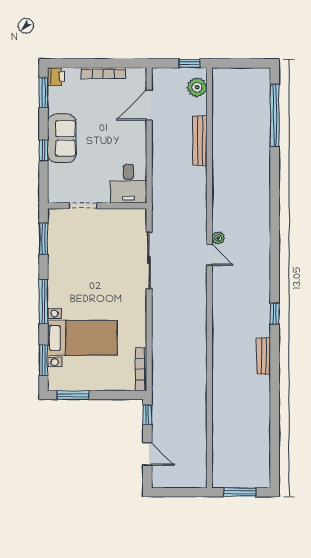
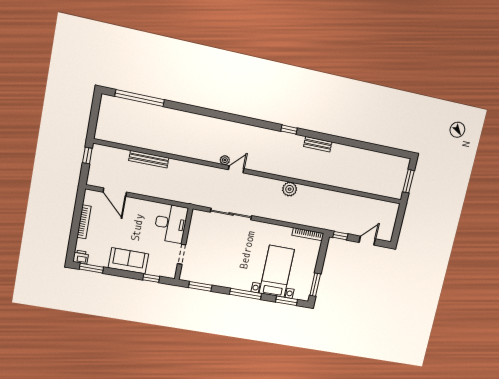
plant: (197, 87) -> (290, 189), moved
window: (43, 150) -> (151, 278), moved
desk: (128, 184) -> (171, 223), width x1.37

